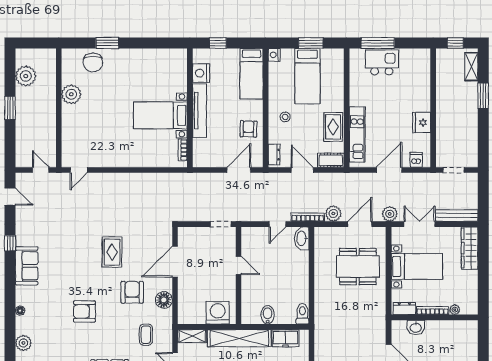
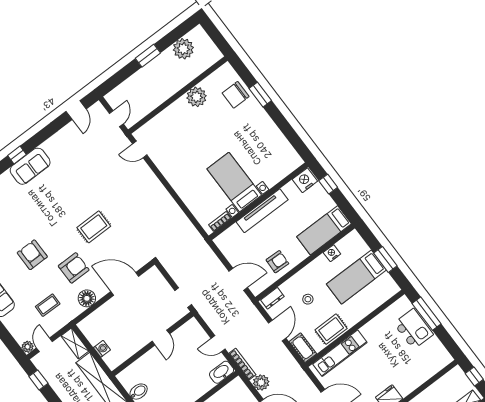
nightstand: (274, 55) -> (332, 253), moved
nightstand: (201, 73) -> (305, 180), moved
stool: (285, 117) -> (308, 299), moved
window: (10, 243) -> (17, 155), moved
armchair: (84, 312) -> (32, 255), moved
washing machine: (218, 313) -> (102, 349), width x0.53, depth x0.53

